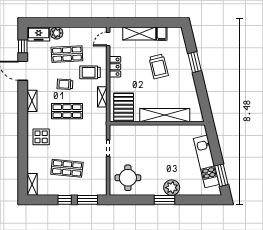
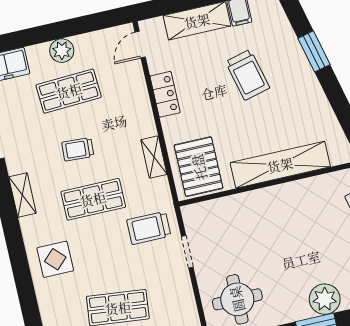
plant: (57, 33) -> (62, 51), moved
trolley: (90, 72) -> (149, 228), moved

